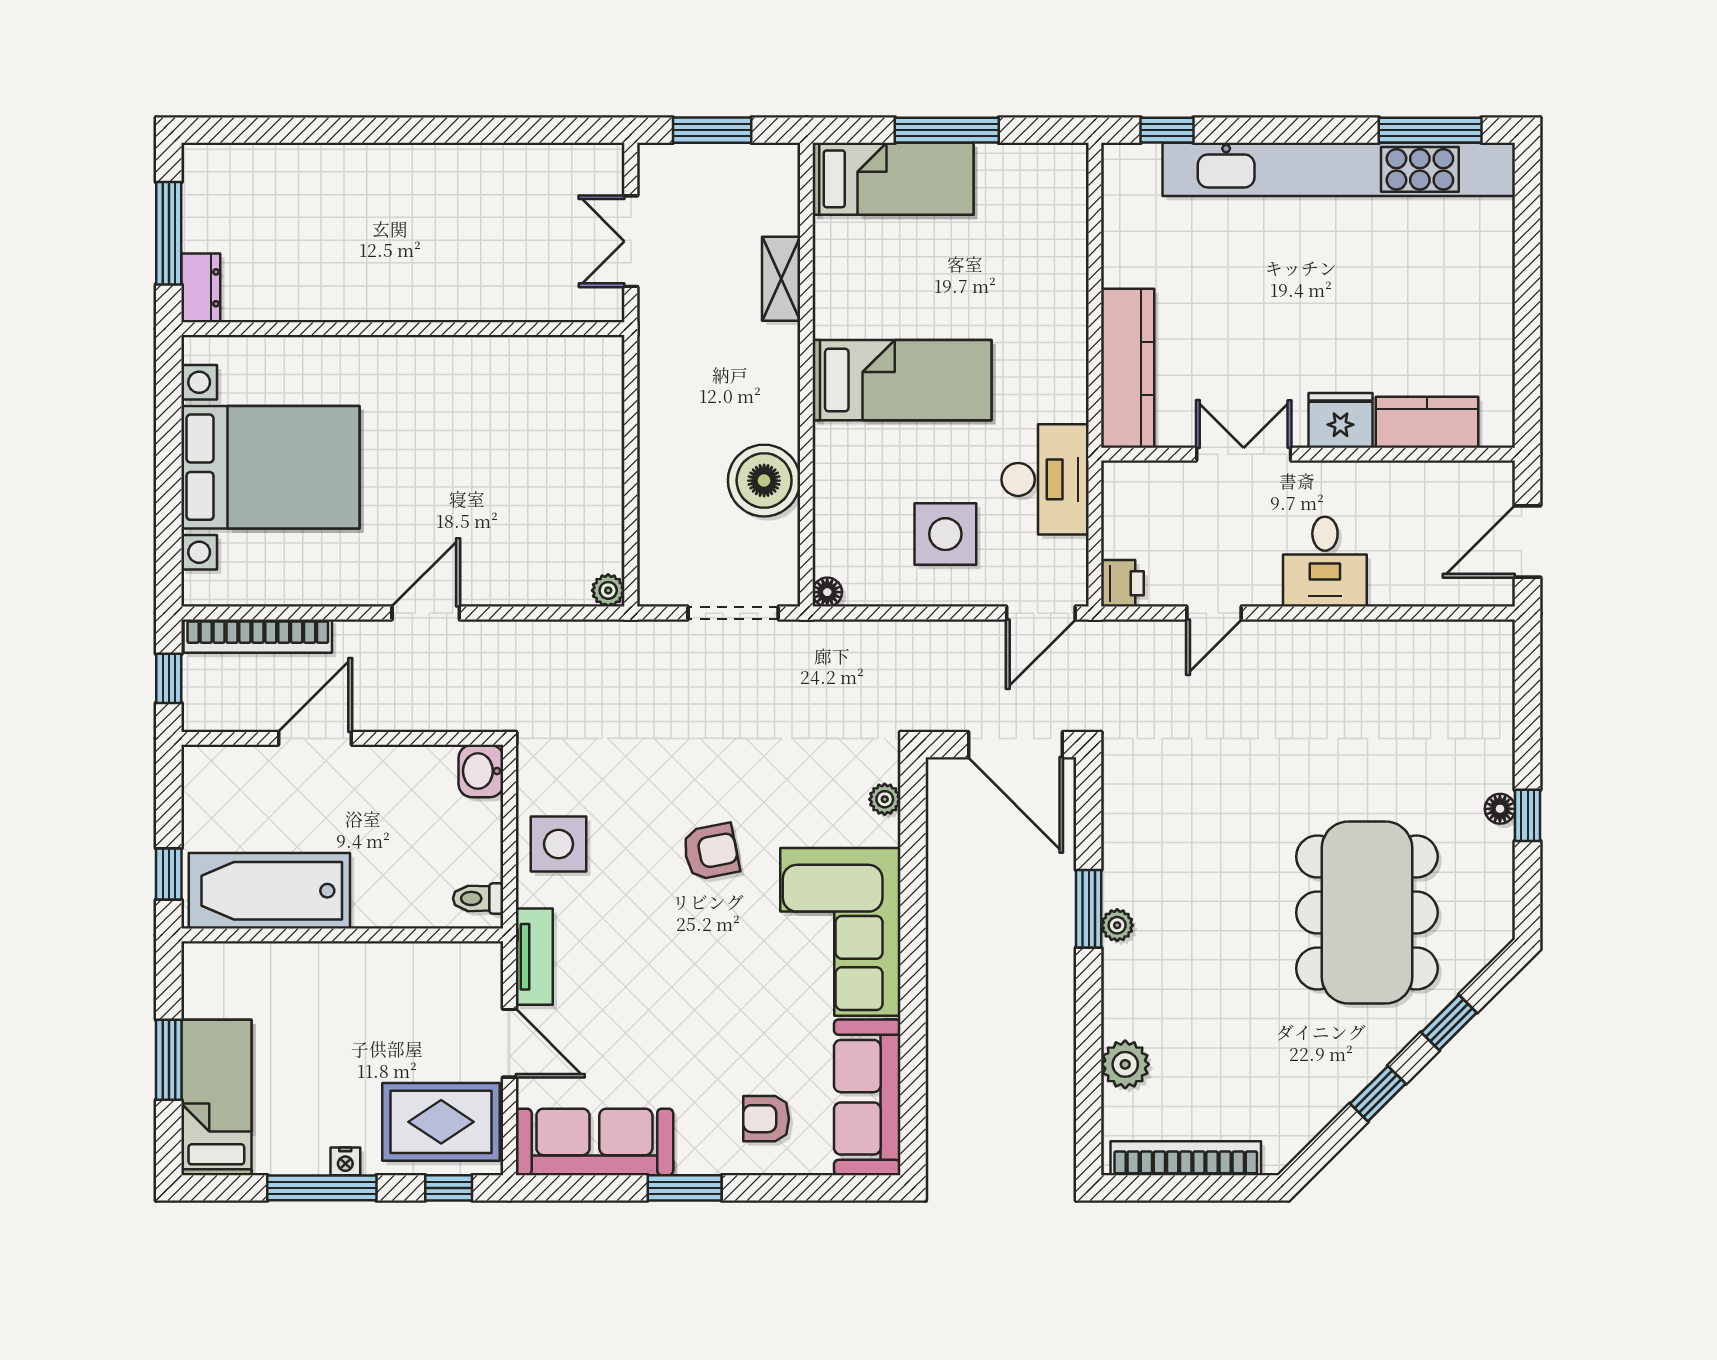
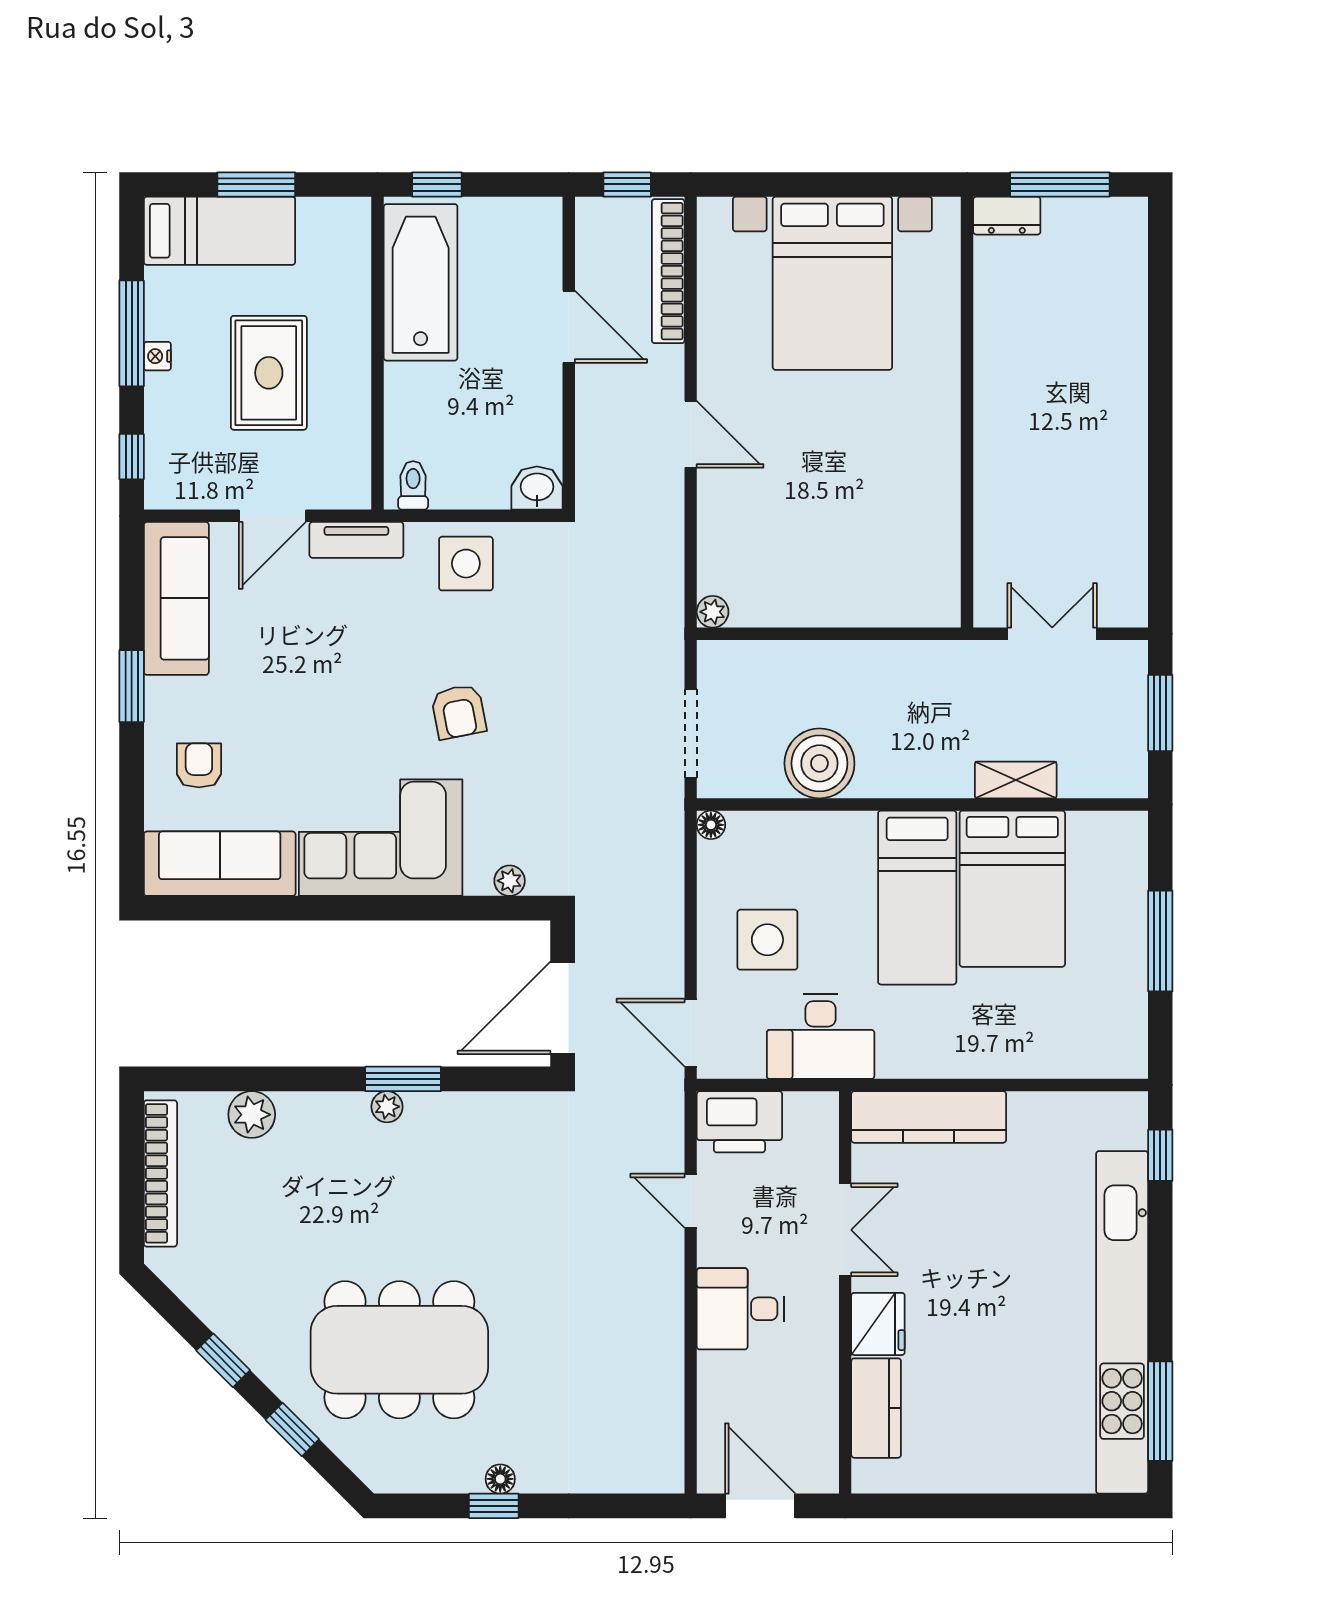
bed: (893, 179) -> (1012, 889), moved, width x1.50
printer: (1122, 583) -> (739, 1122), width x1.87, depth x1.48
rug: (441, 1122) -> (269, 373), moved

